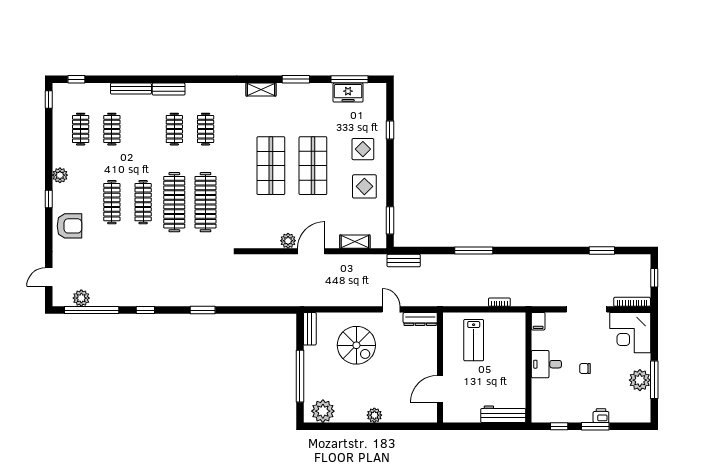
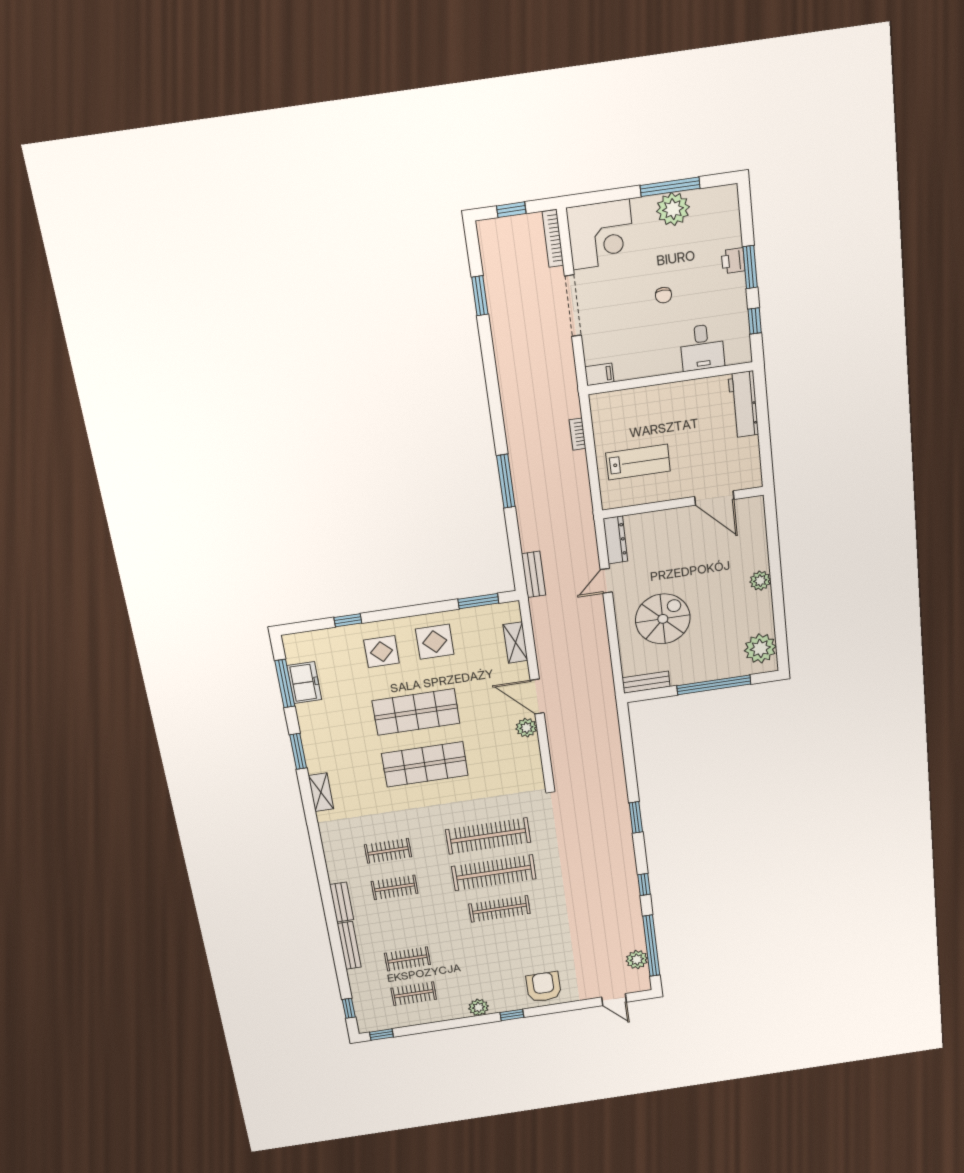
clothes rail: (112, 202) -> (505, 944), removed
desk: (546, 364) -> (702, 347), moved

